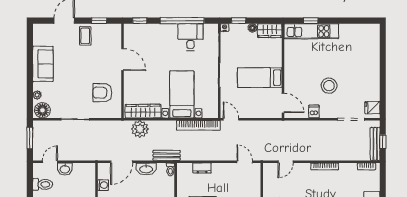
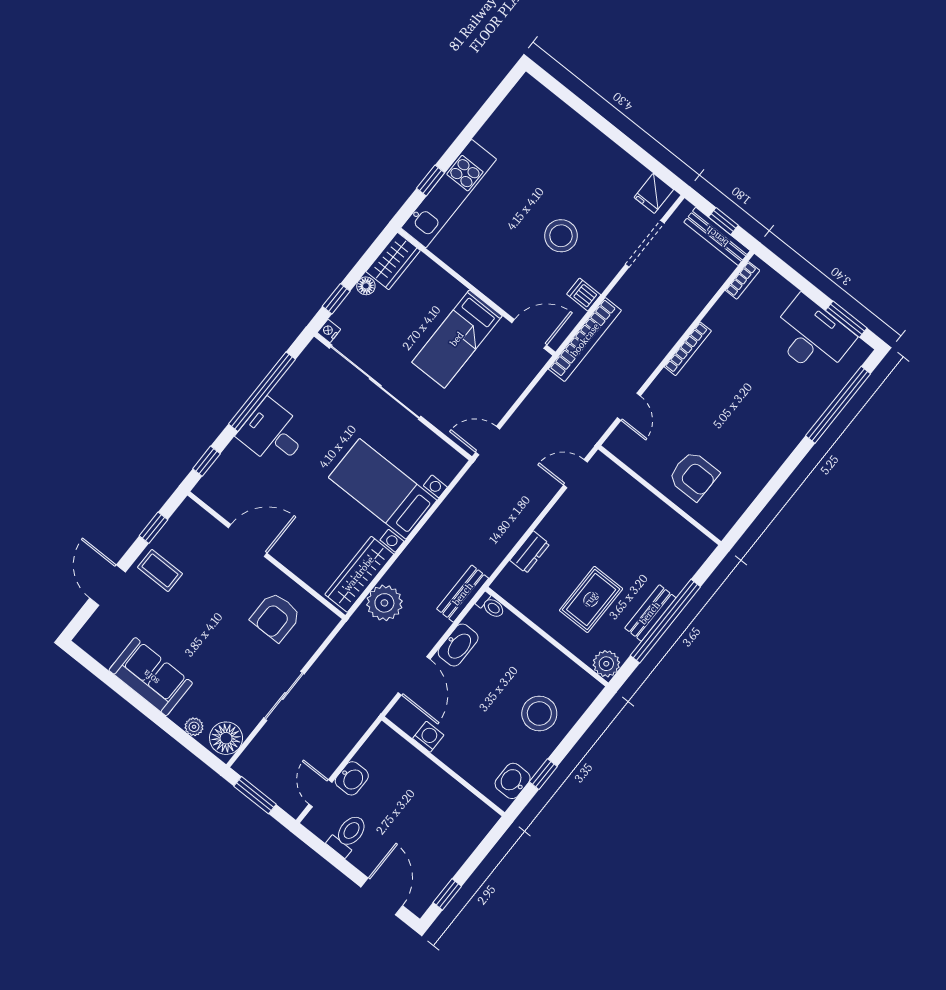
desk: (190, 37) -> (273, 433), moved
bookcase: (198, 125) -> (585, 340), moved

